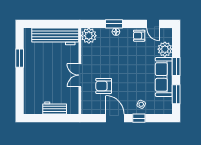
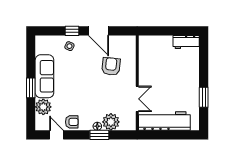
plant: (89, 36) -> (111, 122), moved
double door: (80, 75) -> (137, 99), moved
armchair: (104, 86) -> (111, 66), turned -84
window: (176, 94) -> (31, 57), removed
workbench: (55, 108) -> (186, 42), moved

